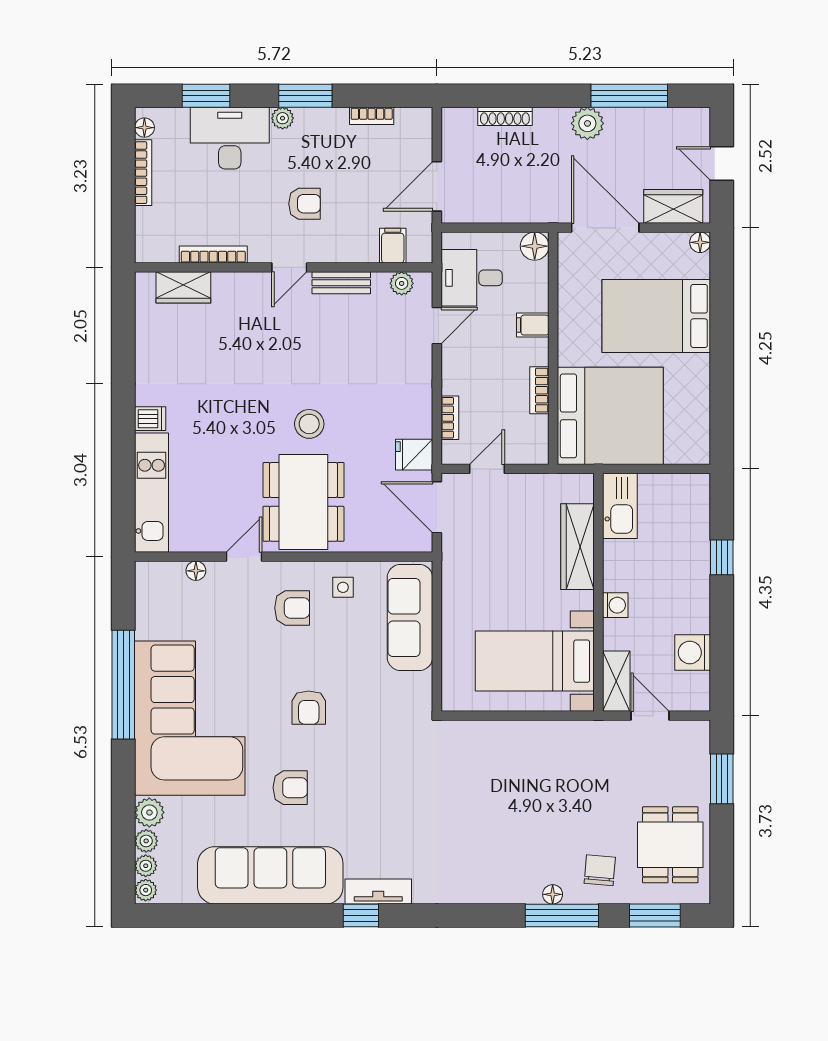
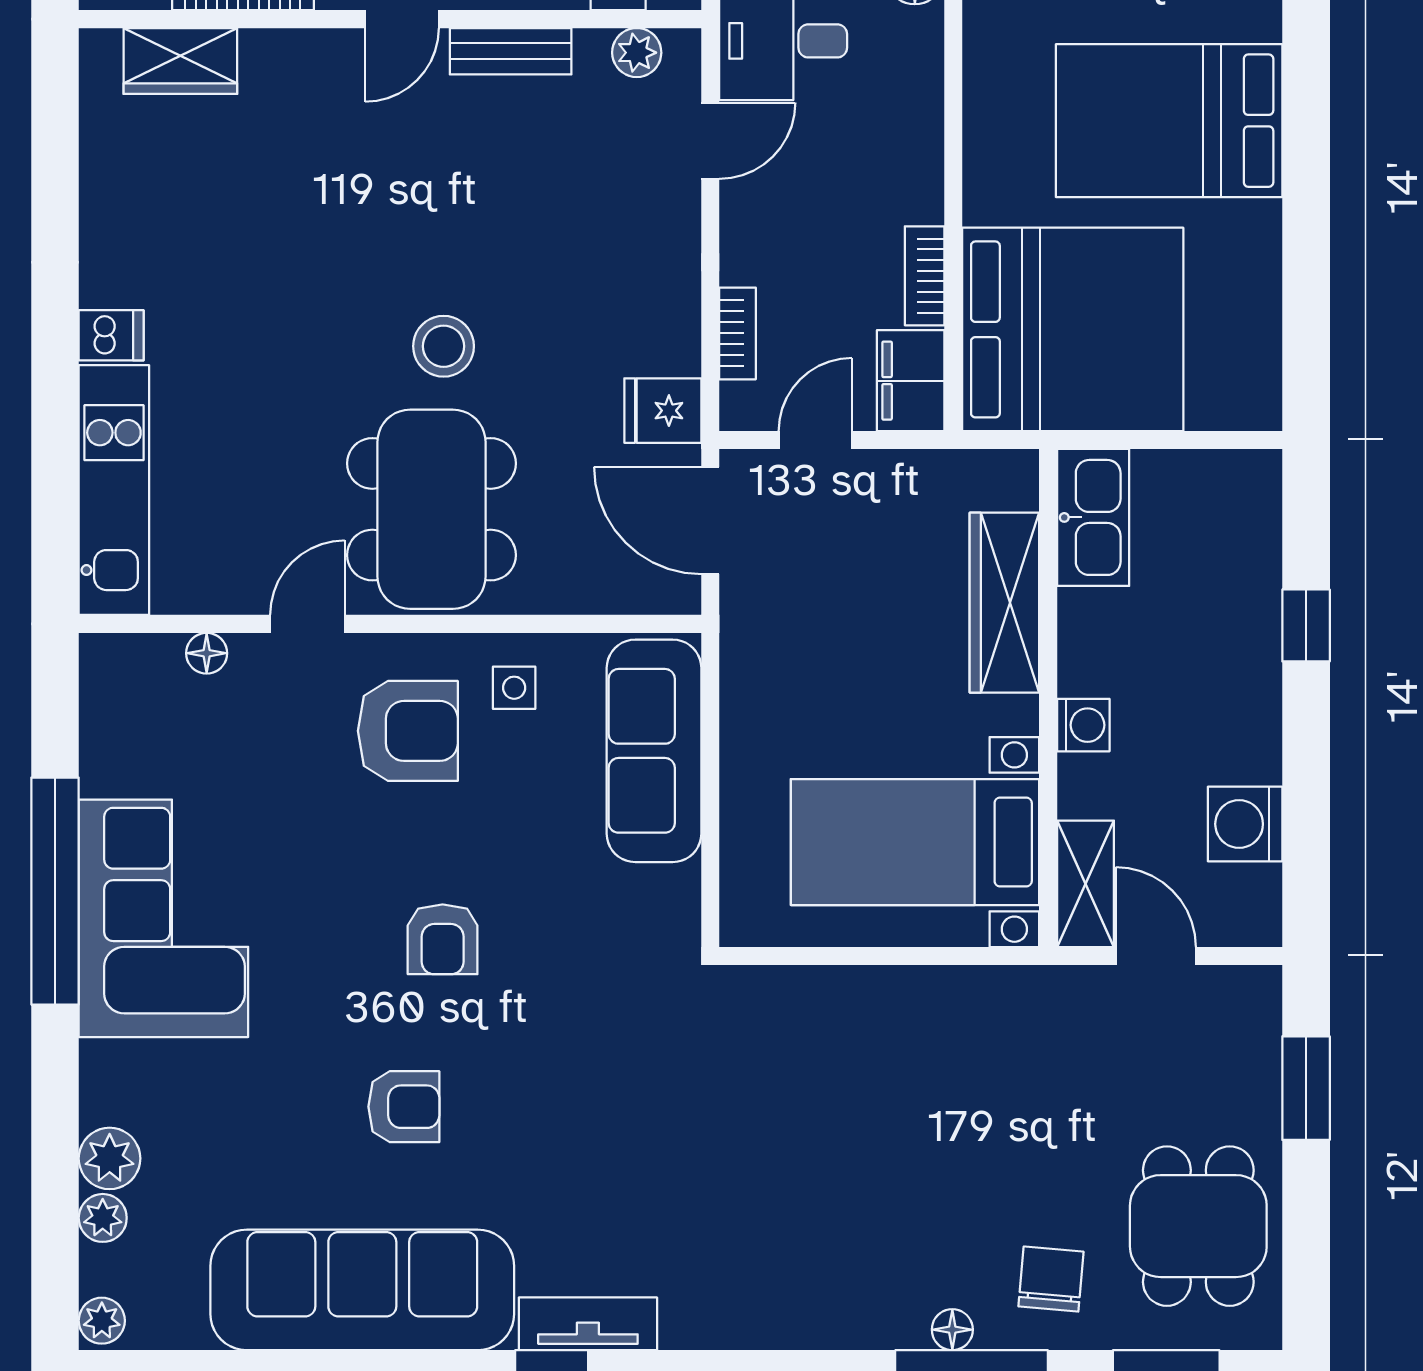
filing cabinet: (533, 325) -> (911, 381), moved, width x2.00
armchair: (292, 608) -> (408, 731), width x1.38, depth x1.38
corner sofa: (190, 718) -> (163, 918), width x0.73, depth x0.74
plant: (146, 866) -> (102, 1270), removed

